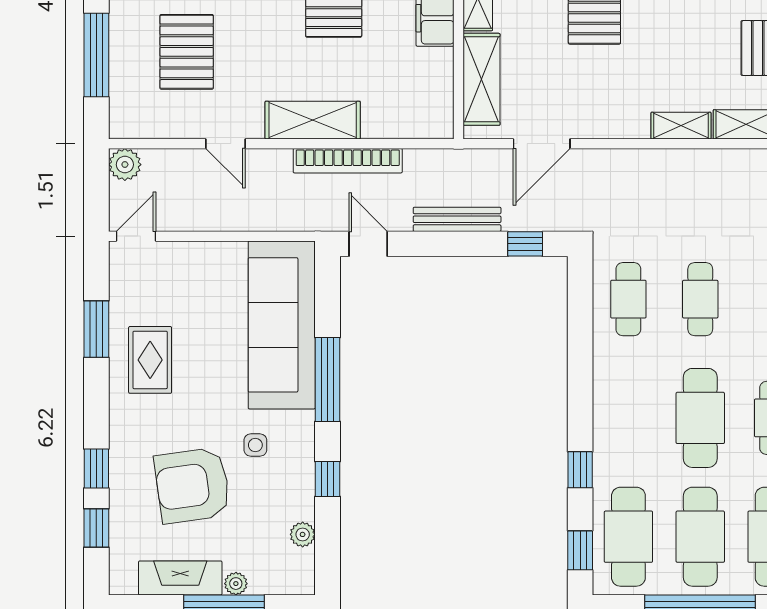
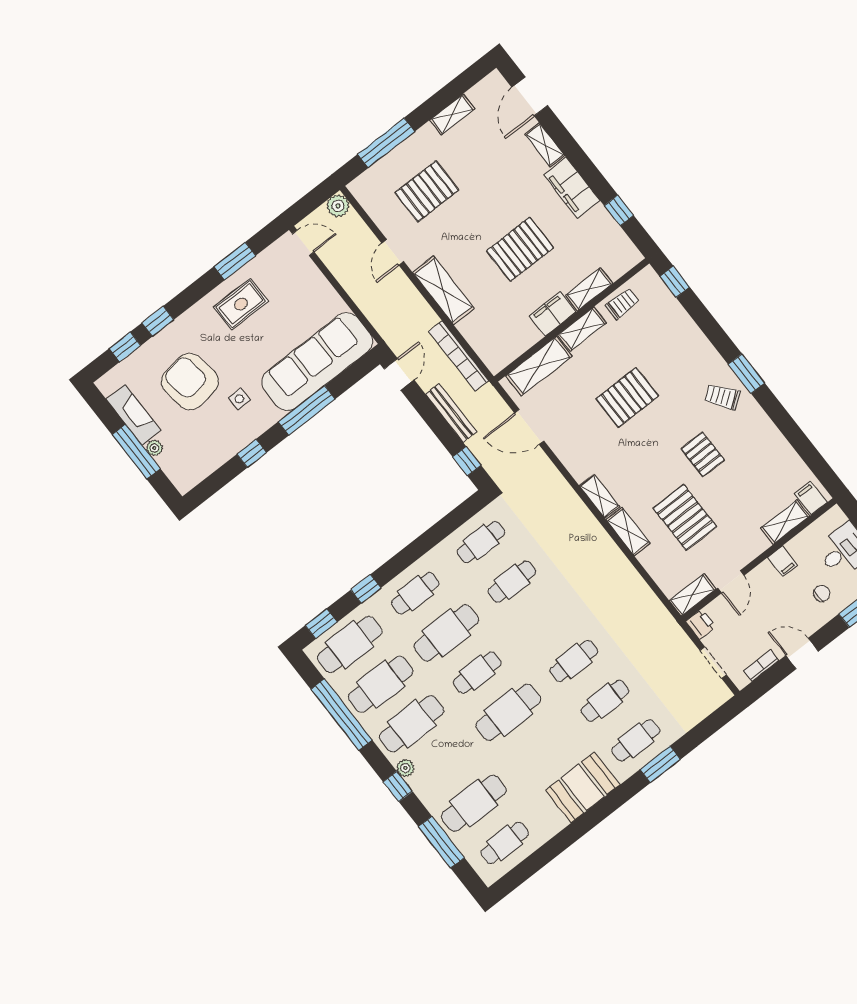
bookcase: (348, 161) -> (459, 356), moved
cafe table: (628, 418) -> (415, 593), added
plant: (303, 534) -> (210, 464), removed

